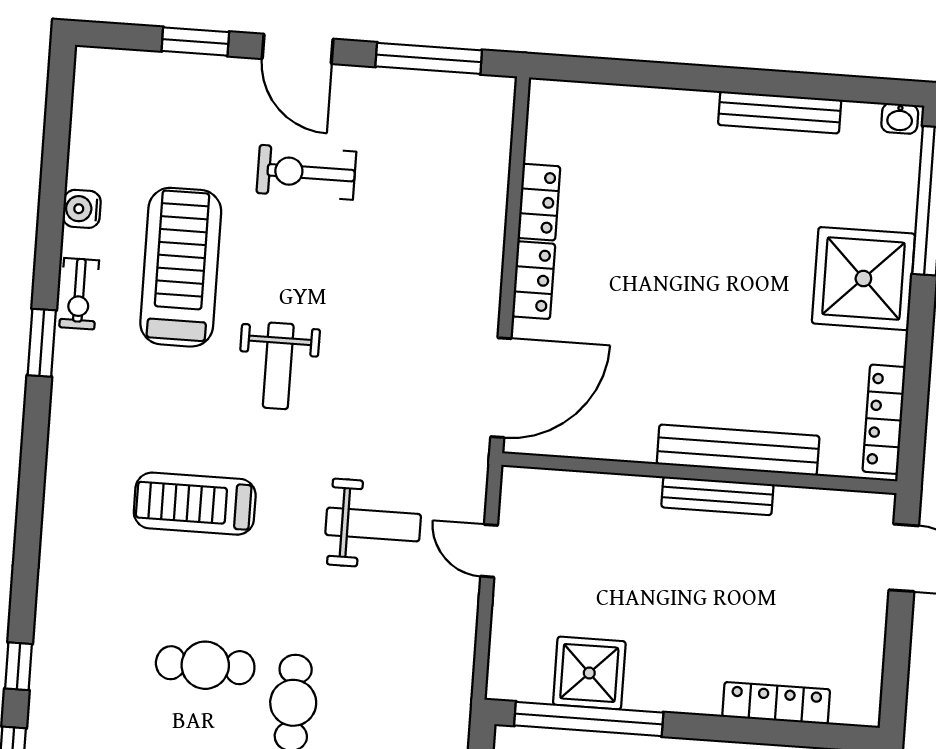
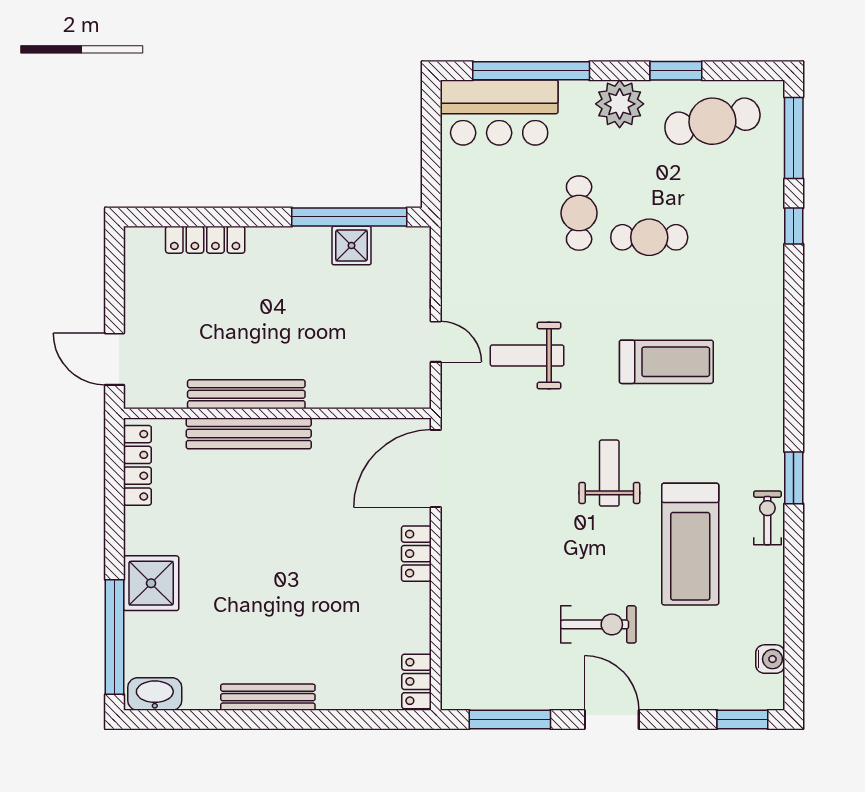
window: (195, 42) -> (742, 719), moved
bench: (780, 112) -> (268, 697), moved
washbasin: (900, 119) -> (155, 694), width x1.91, depth x1.45
locker: (539, 202) -> (417, 681), moved
water cooler: (82, 209) -> (770, 659), moved
shower: (863, 279) -> (151, 583), width x0.73, depth x0.73
bench: (717, 496) -> (246, 394), width x1.37, depth x1.21
shower: (589, 673) -> (351, 245), width x0.73, depth x0.73

